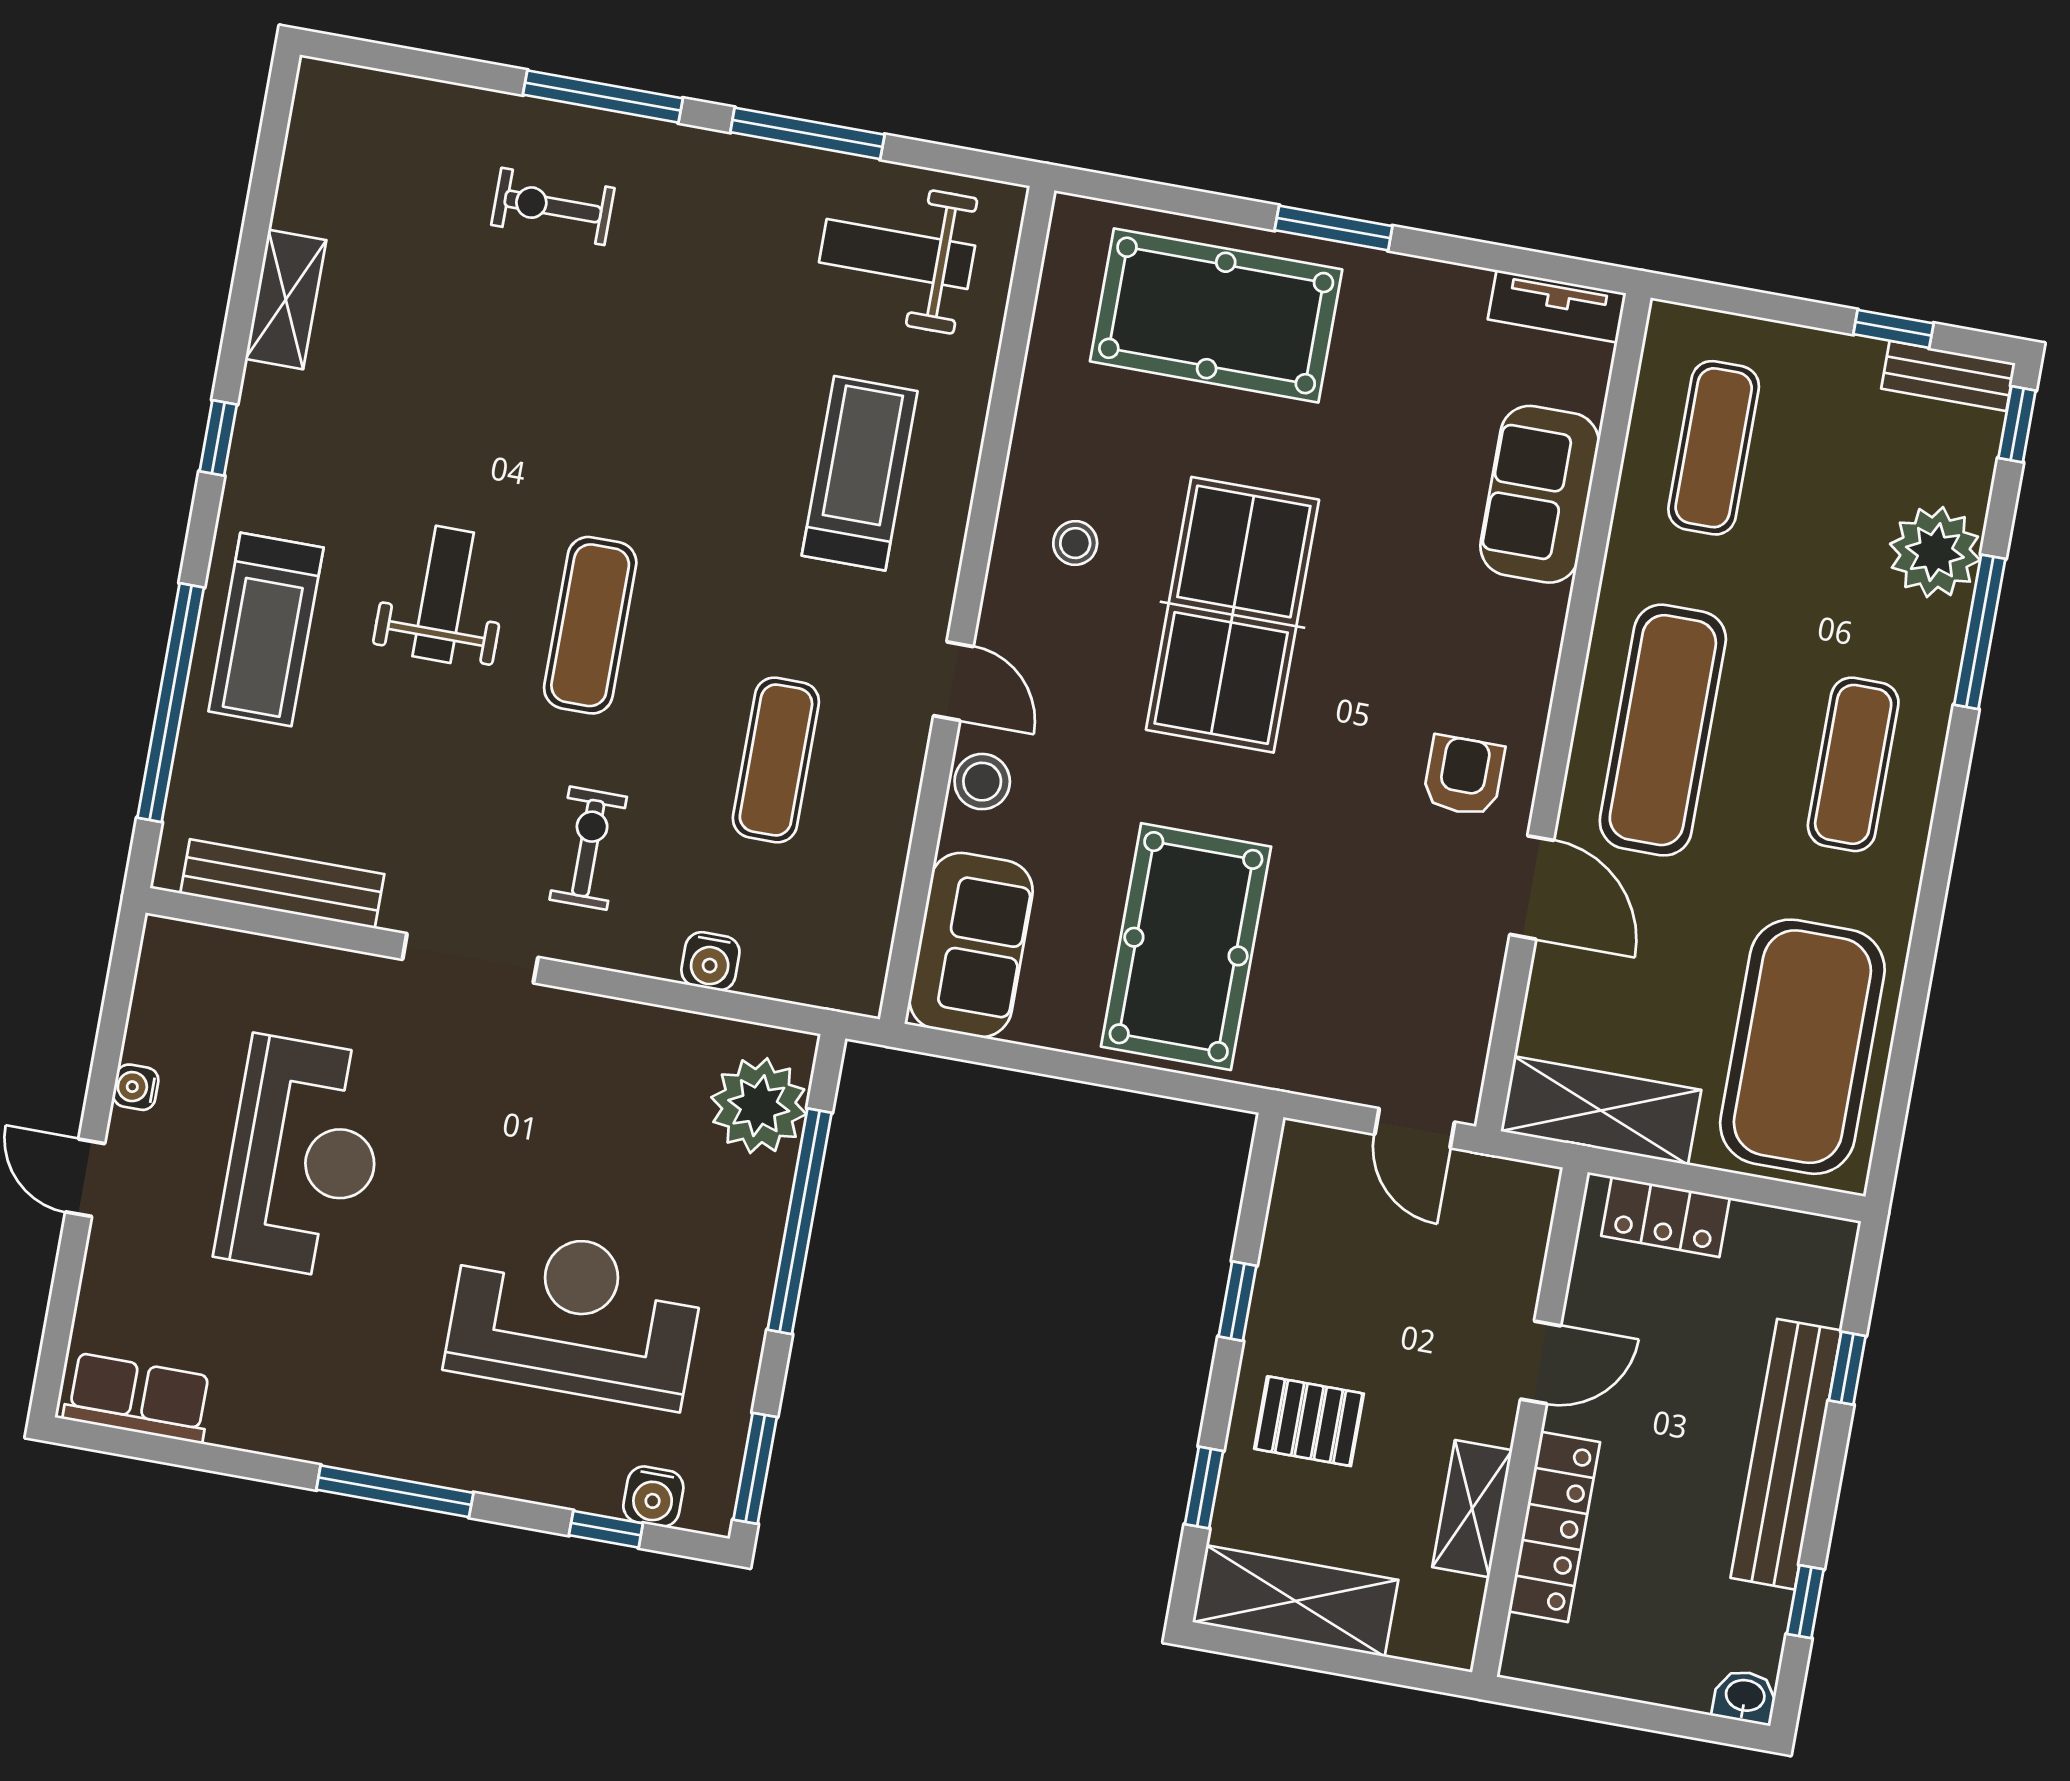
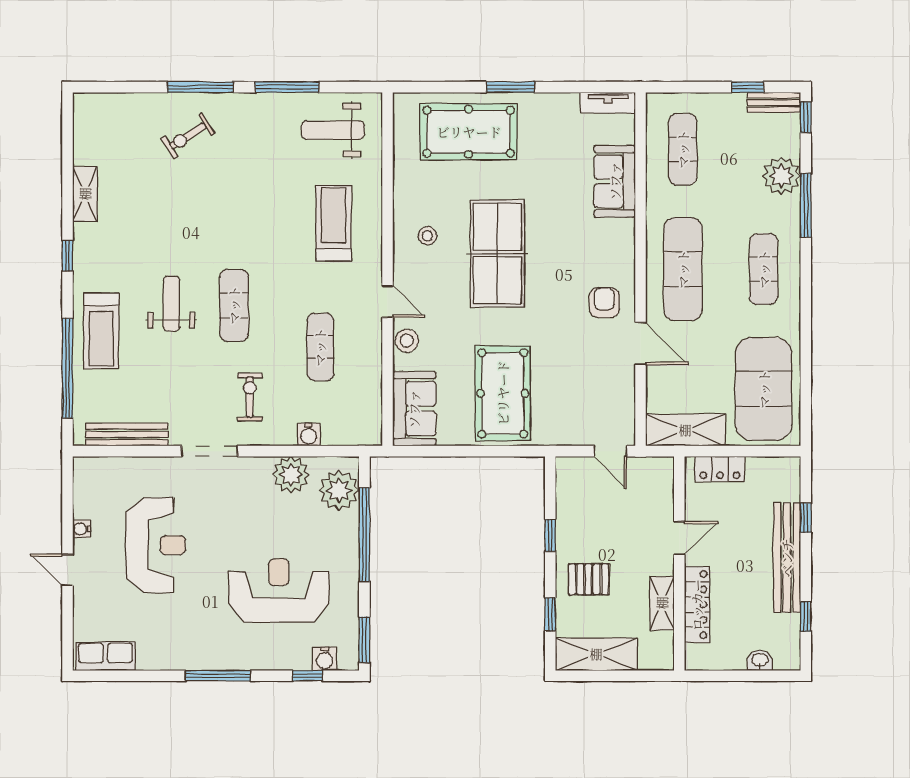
exercise bike: (553, 206) -> (188, 136), turned -32
plant: (652, 1048) -> (291, 475), added
washbasin: (1745, 1697) -> (760, 660), moved

